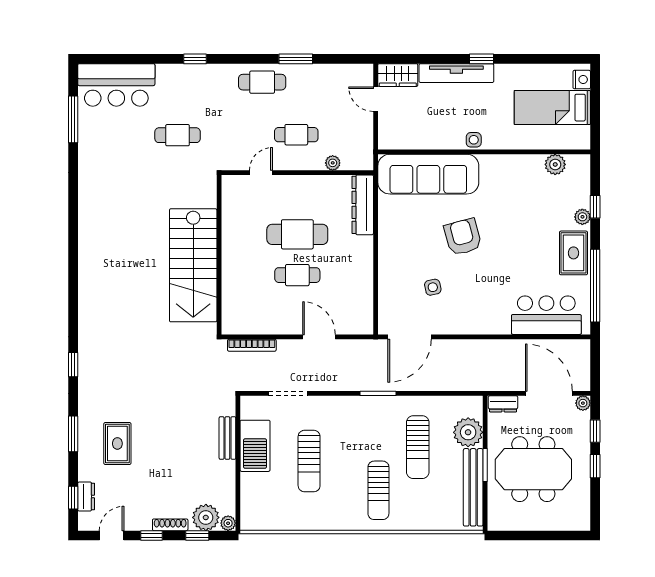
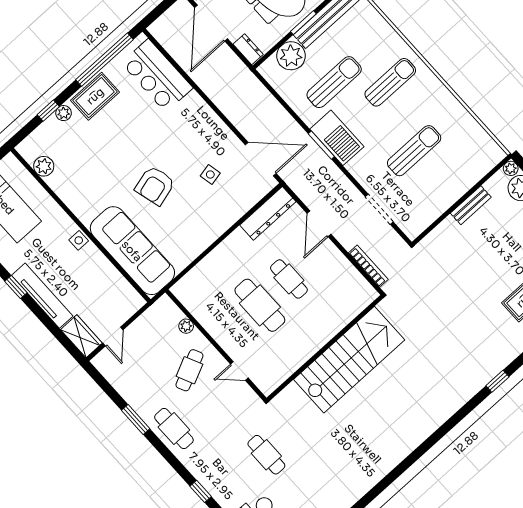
cafe table: (296, 135) -> (189, 370), turned 65
dresser: (363, 205) -> (268, 213), moved
bench: (227, 438) -> (471, 205), moved
barbecue: (255, 446) -> (337, 138), moved, turned 90

